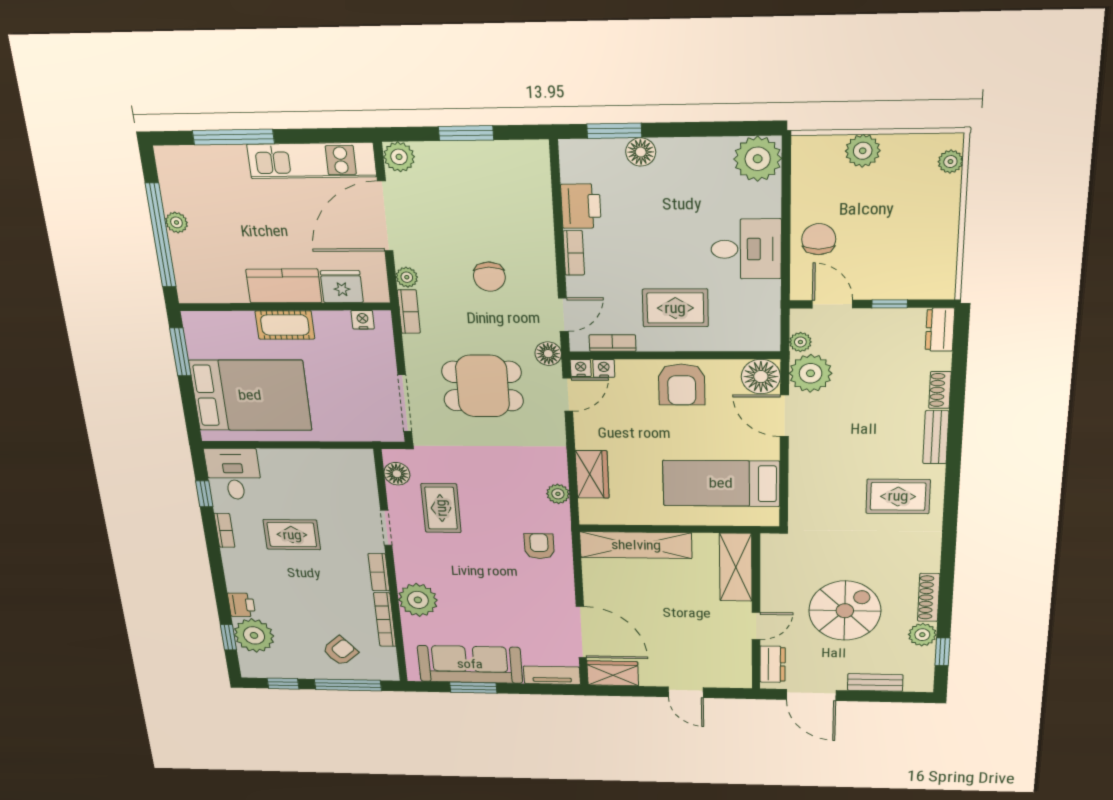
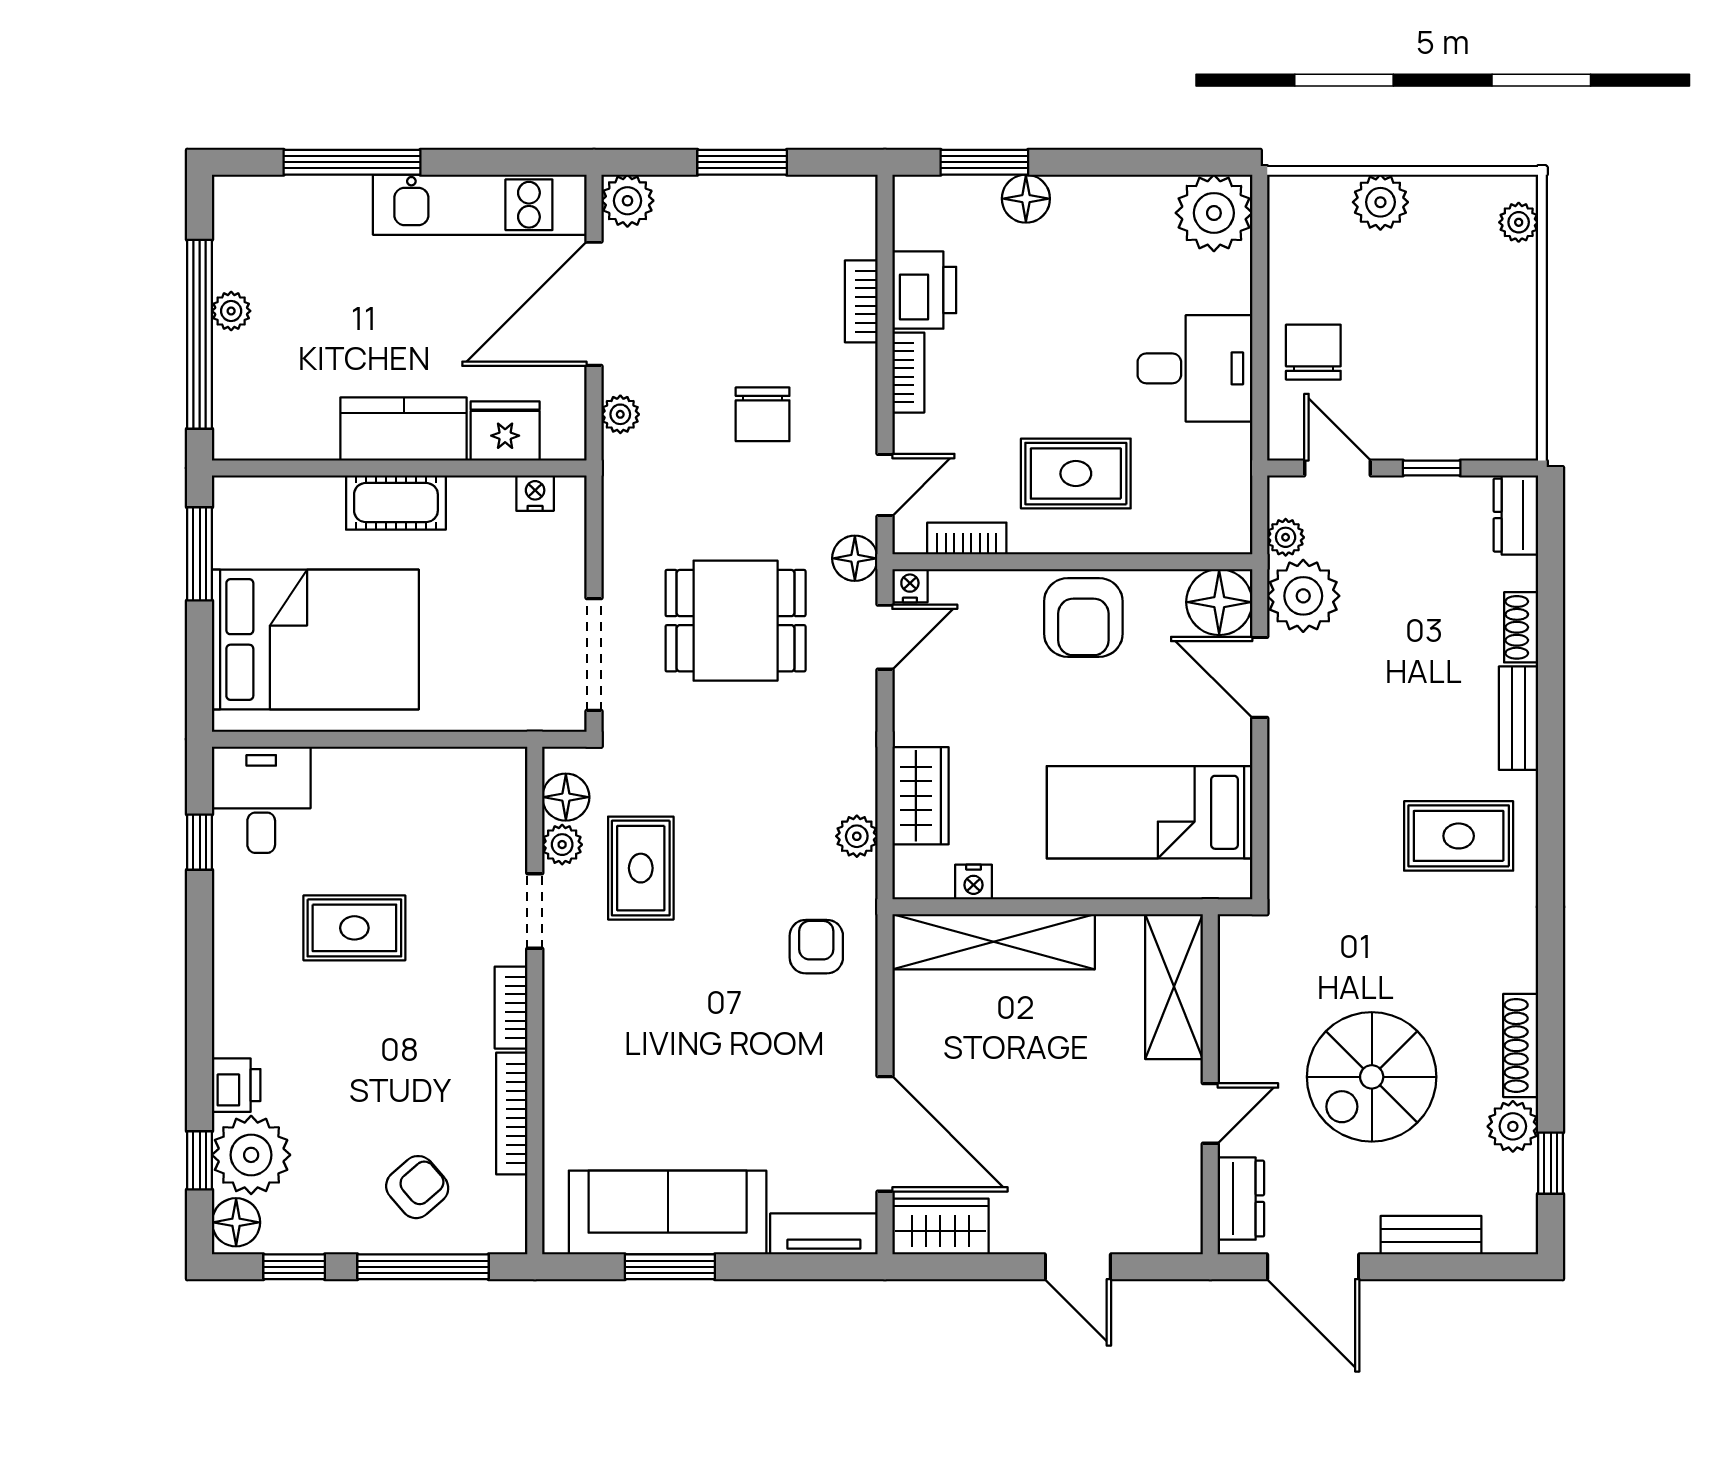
bookcase: (409, 312) -> (861, 301), moved, turned 180
nightstand: (604, 368) -> (974, 882), moved, turned 180
bookcase: (224, 530) -> (227, 920), removed
plant: (418, 600) -> (562, 845), moved, width x0.53, depth x0.53
spiral stairs: (845, 611) -> (1372, 1077), turned 180
floor lamp: (251, 664) -> (236, 1222), added

